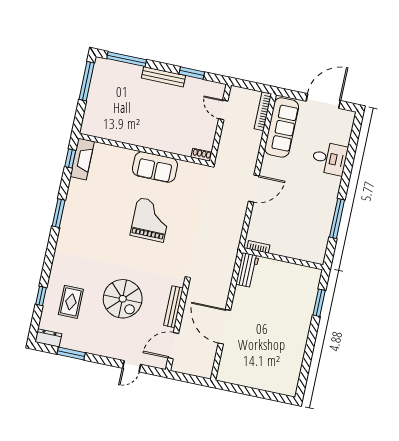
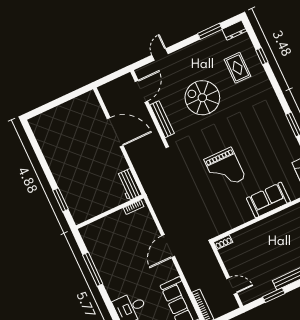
sofa: (155, 167) -> (268, 200), moved

